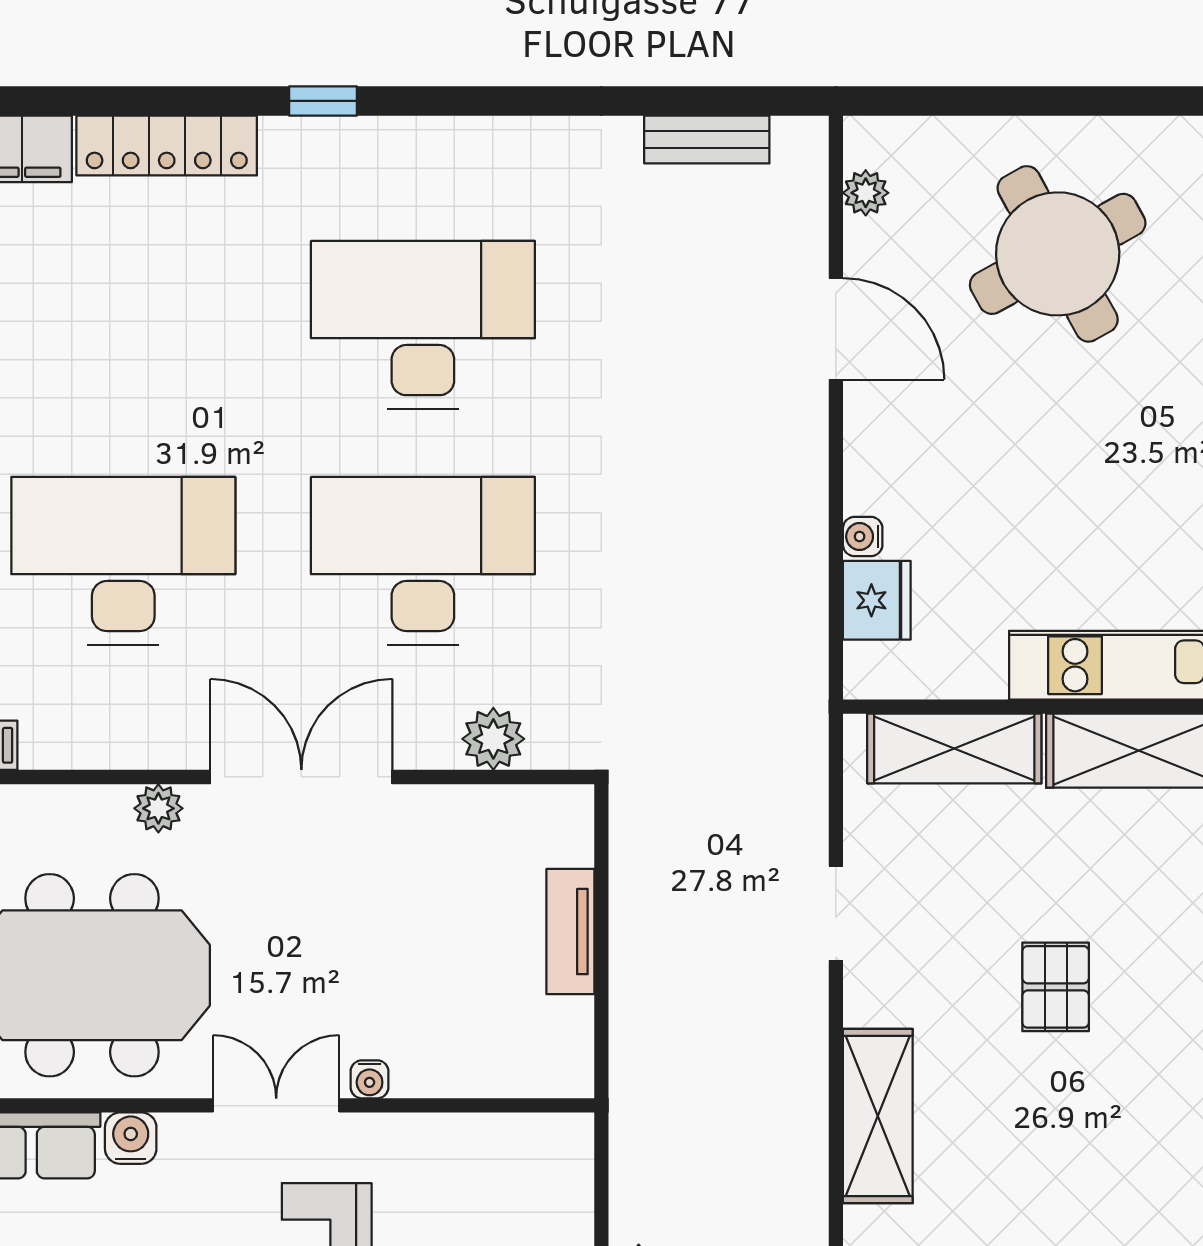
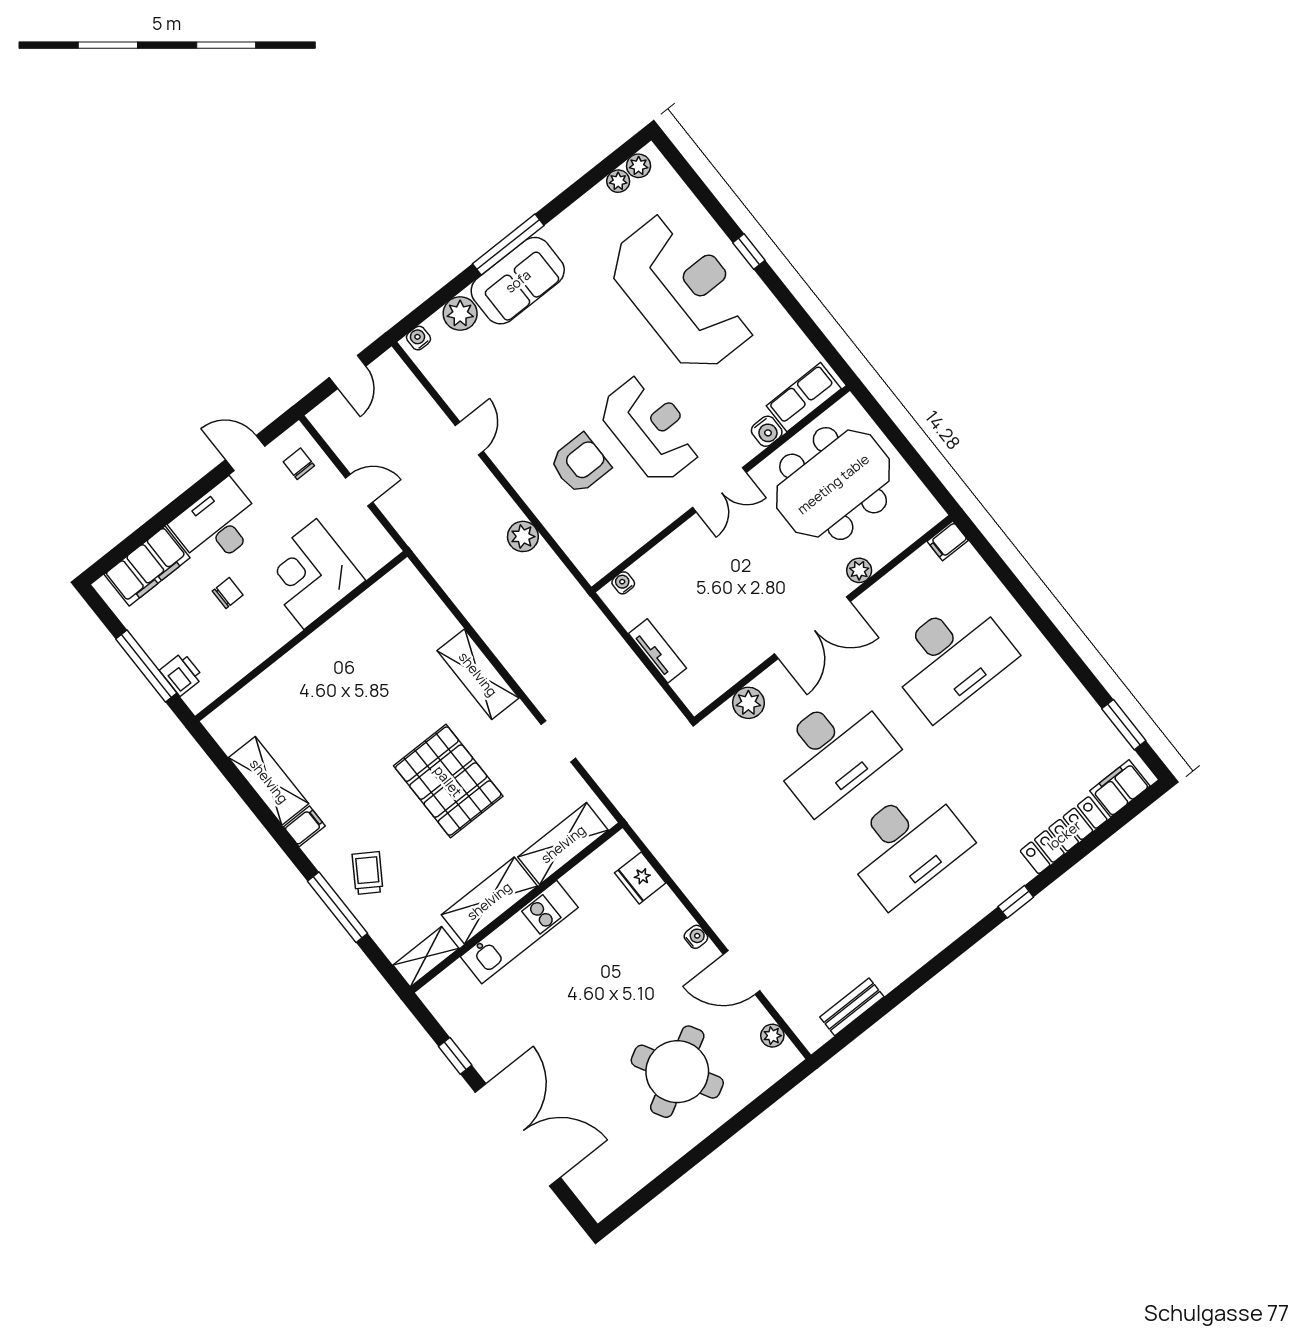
water cooler: (863, 536) -> (696, 937), moved
pallet: (1056, 987) -> (448, 781), width x2.05, depth x2.00
water cooler: (370, 1079) -> (623, 583), moved

